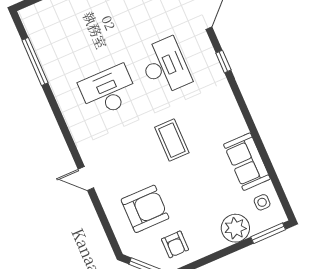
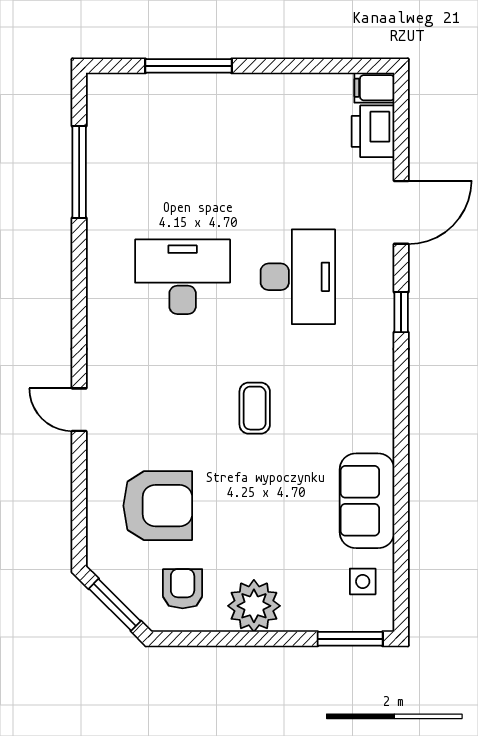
coffee table: (172, 140) -> (255, 408), width x0.73, depth x0.77
plant: (235, 228) -> (254, 606), moved
armchair: (175, 244) -> (183, 589), turned 180

